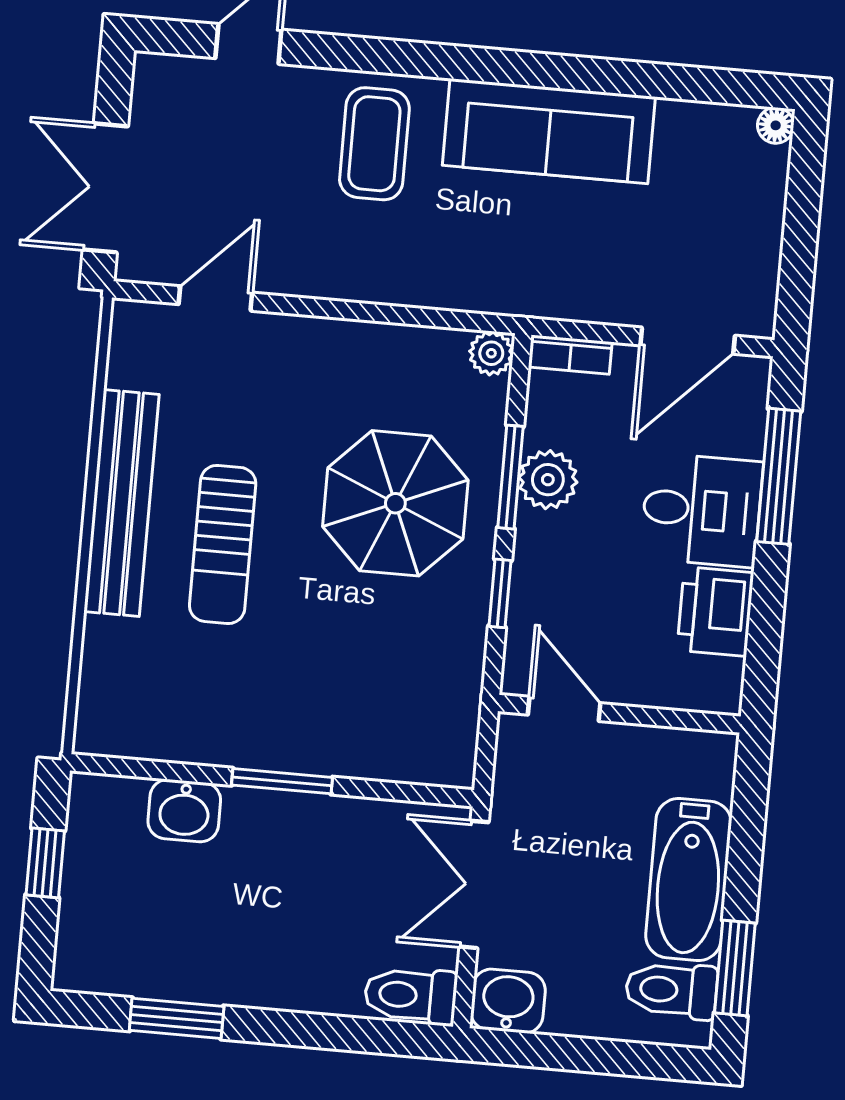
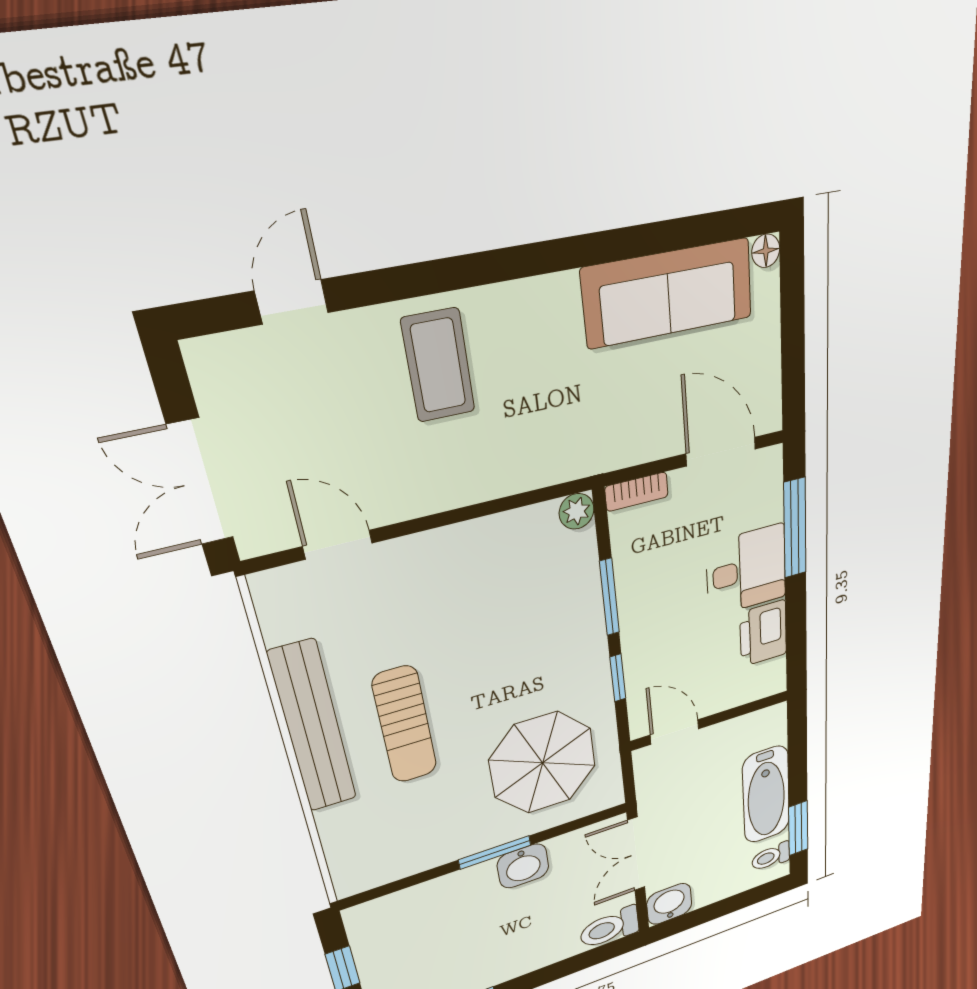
sofa: (549, 131) -> (668, 293), moved
door: (215, 298) -> (338, 545), hinge flipped
door: (688, 341) -> (721, 451), swing flipped
plant: (548, 480) -> (637, 589), removed
parasol: (395, 503) -> (543, 763), moved
washbasin: (184, 811) -> (523, 866), moved
toilet: (671, 990) -> (771, 857), width x0.73, depth x0.72

